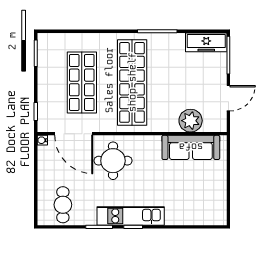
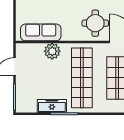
freezer: (206, 42) -> (52, 106), moved
plant: (191, 121) -> (52, 51), moved

